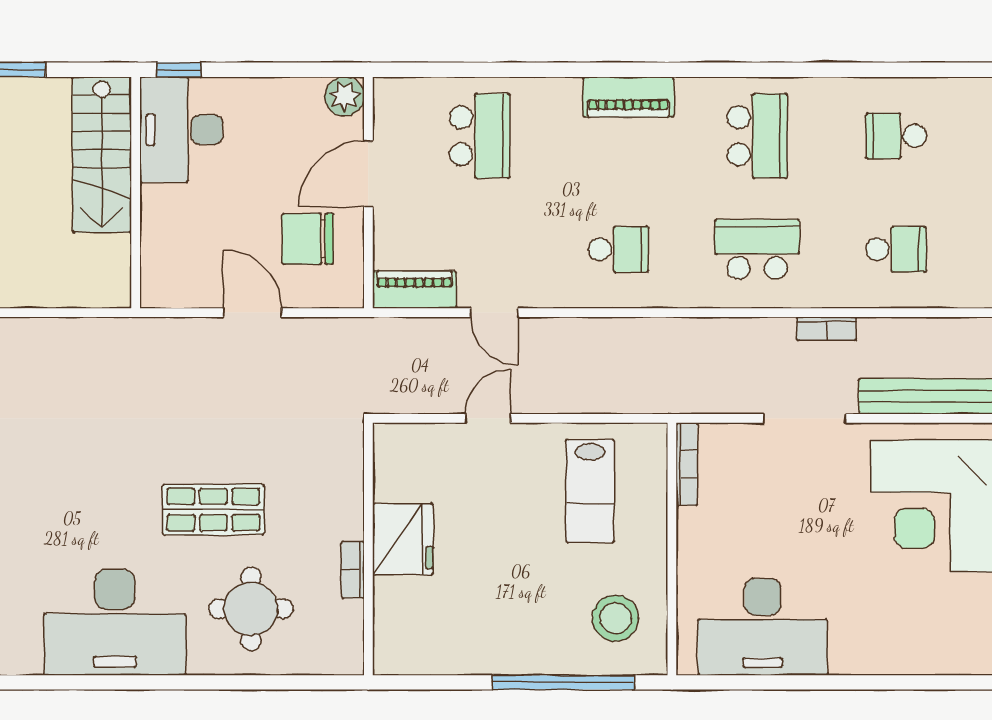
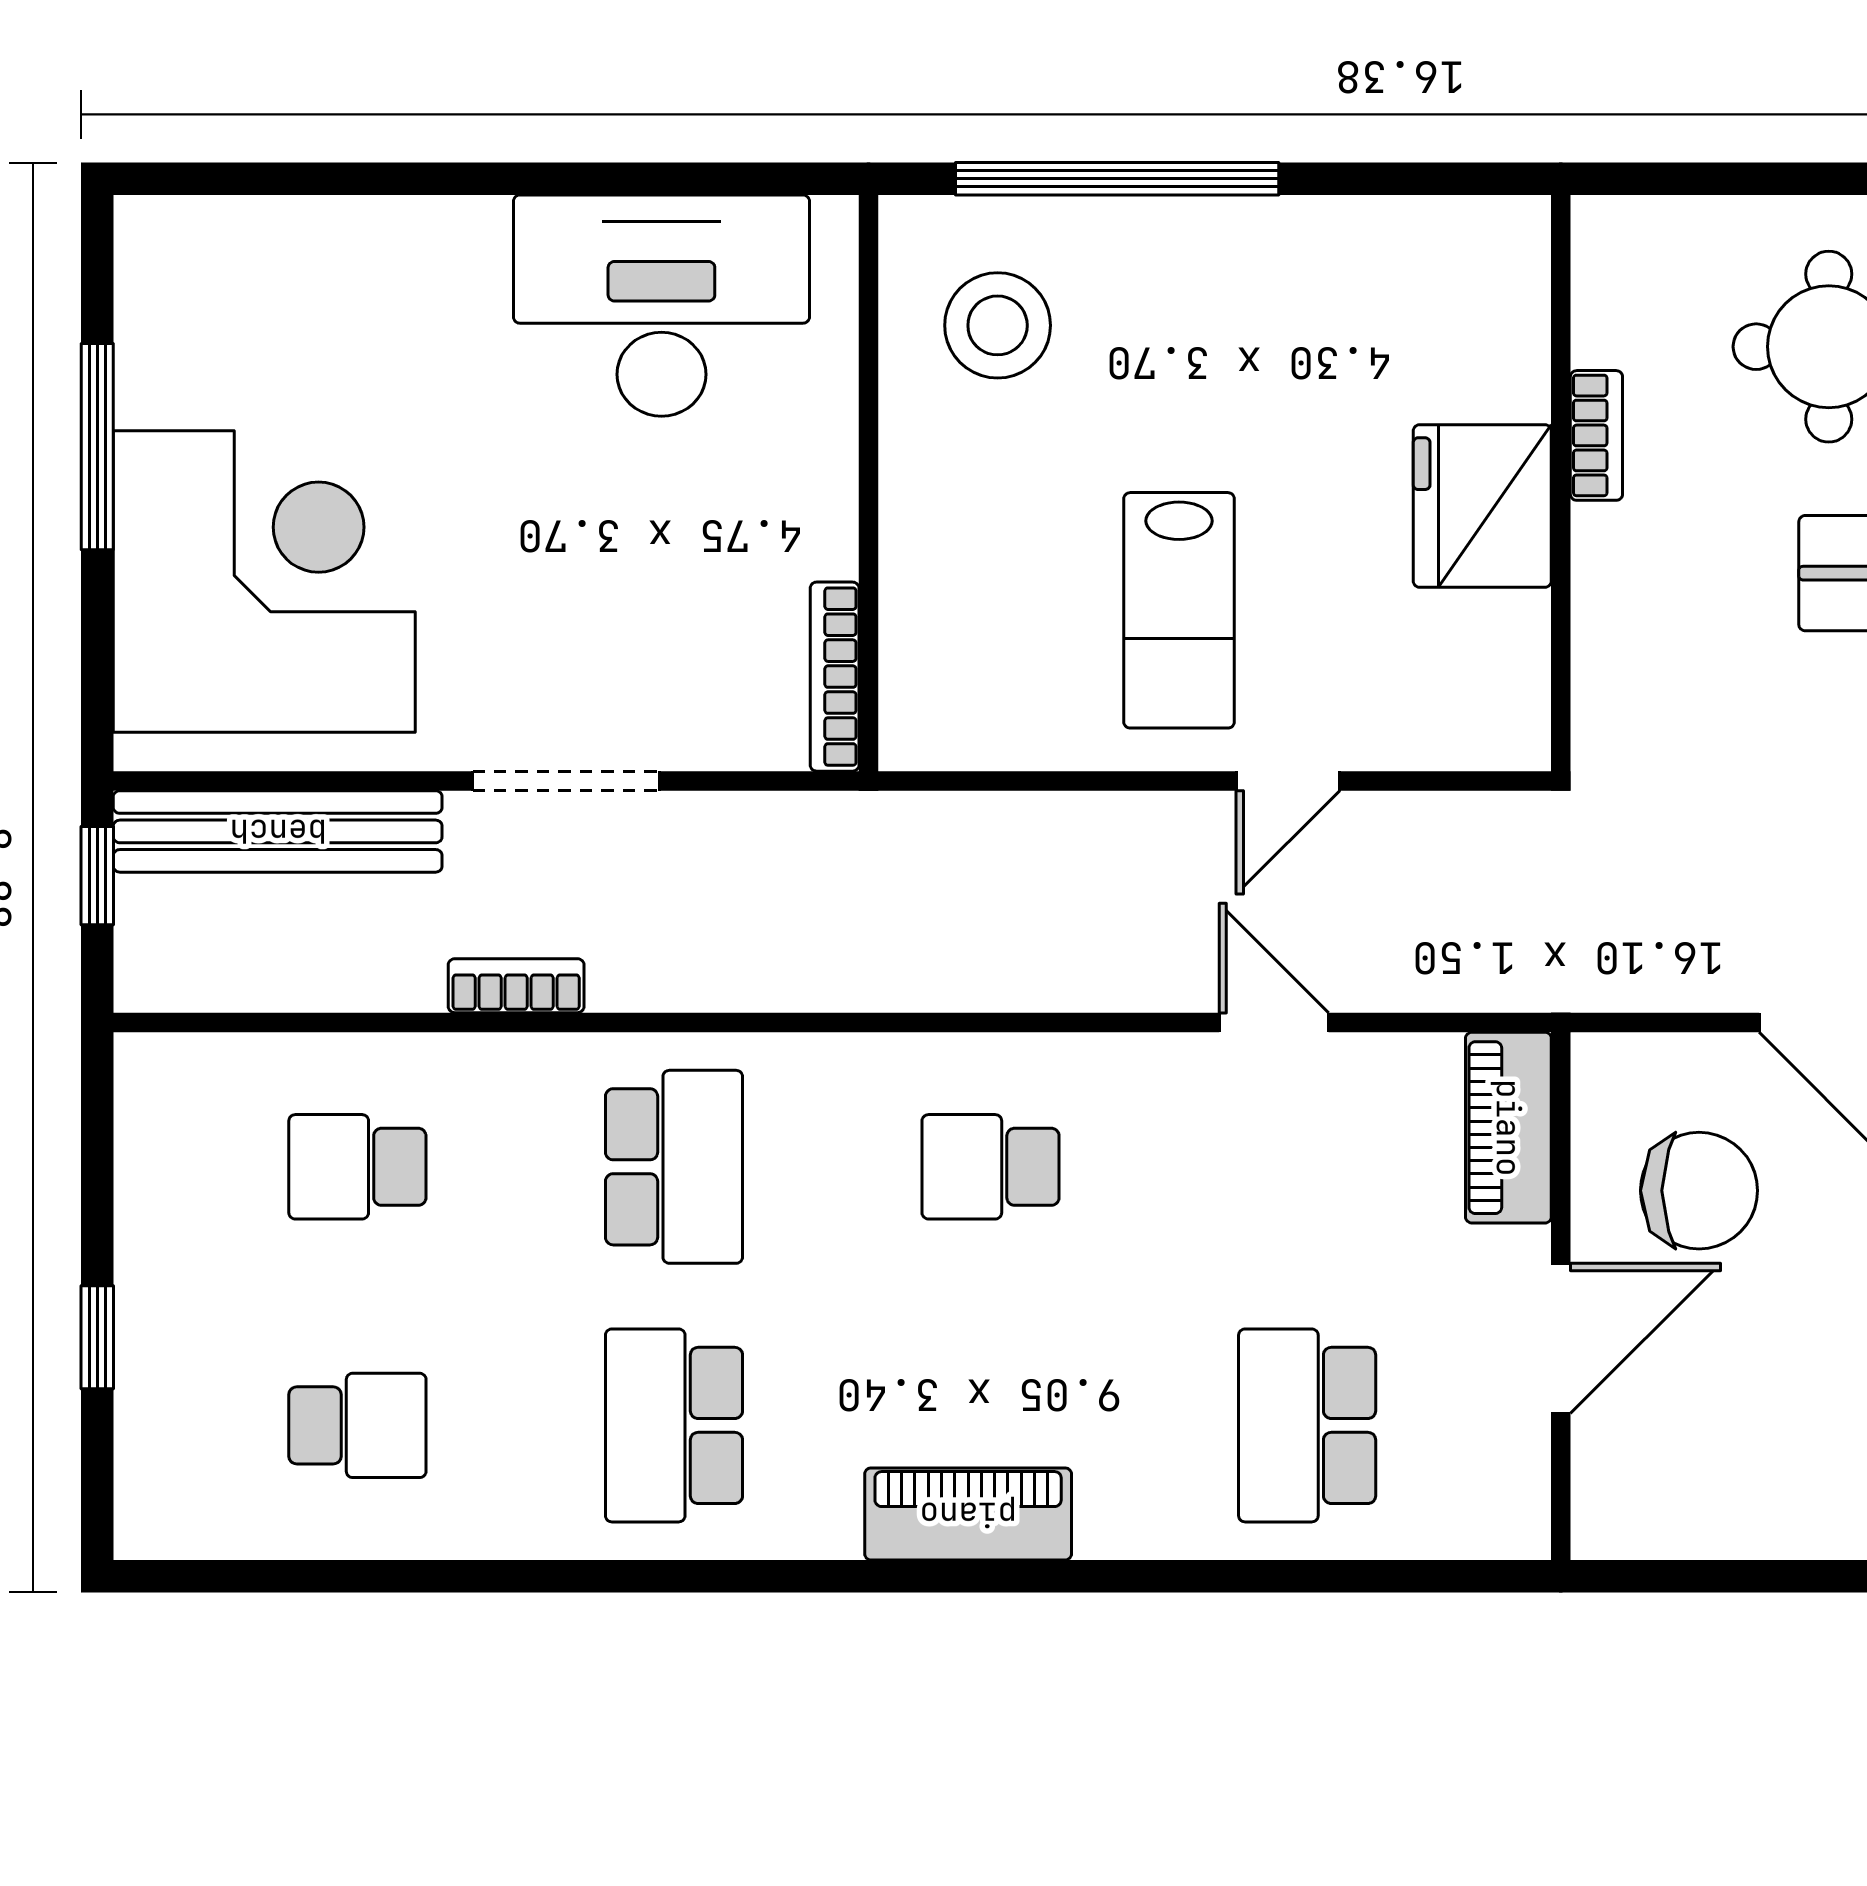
plant: (345, 96) -> (1615, 1515), removed
school desk: (757, 249) -> (674, 1167), turned -90
piano: (415, 290) -> (1508, 1128), moved, turned 90
lab bench: (590, 491) -> (1179, 610), moved, turned 180

